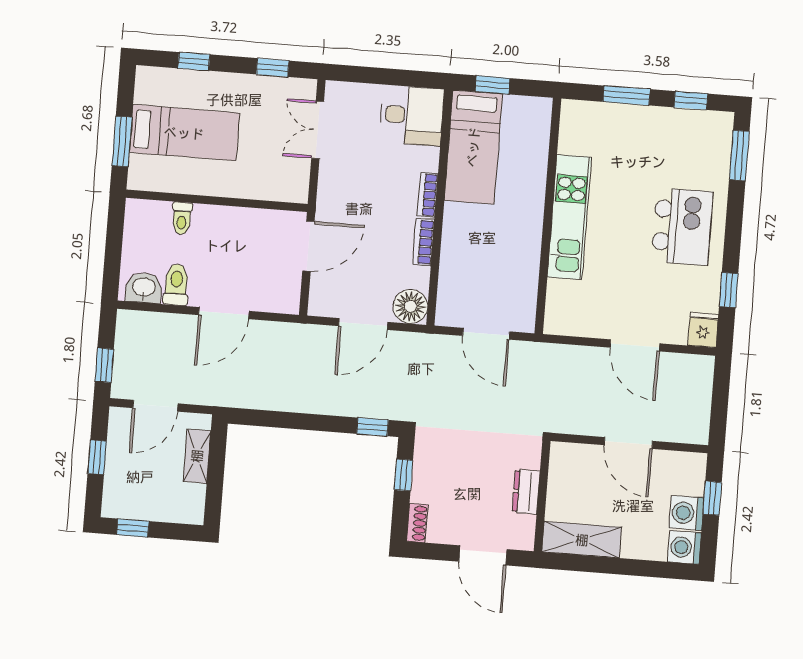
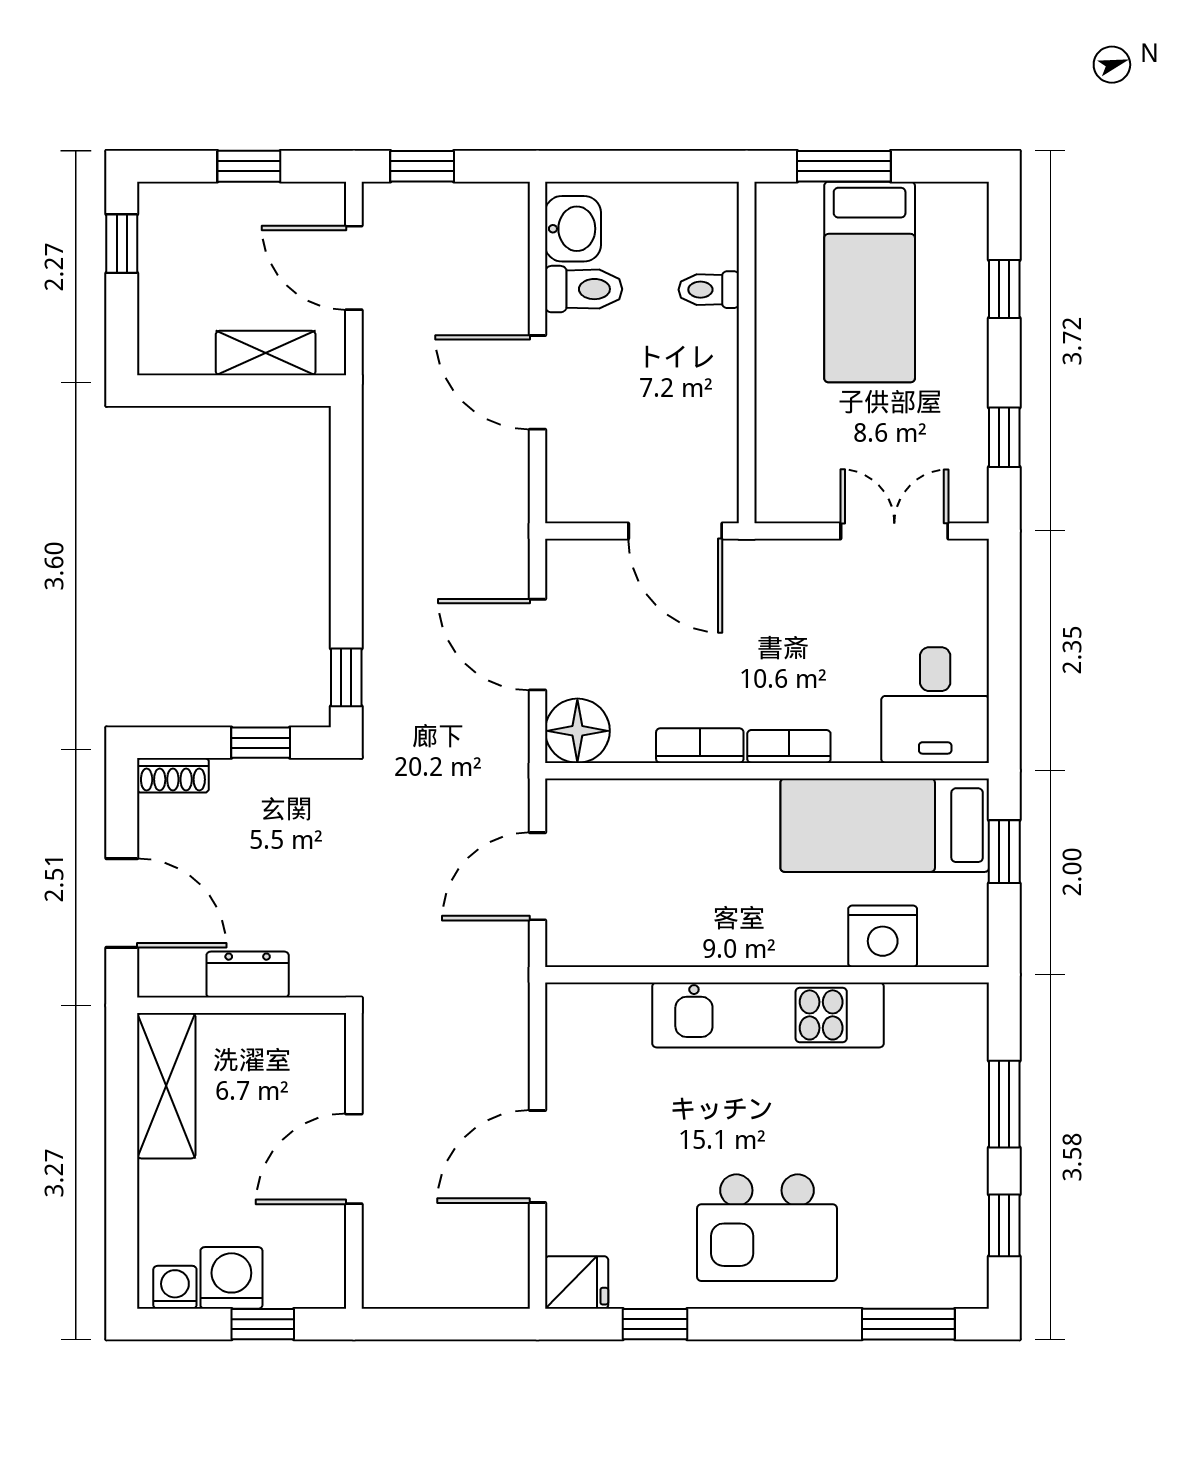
nightstand: (532, 153) -> (883, 936), added
washing machine: (684, 547) -> (175, 1287), width x0.73, depth x0.73
door: (483, 555) -> (122, 903), swing flipped

